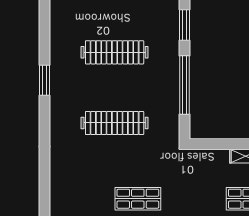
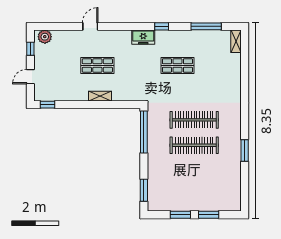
clothes rail: (115, 52) -> (194, 145), moved
window: (185, 85) -> (144, 132), moved

